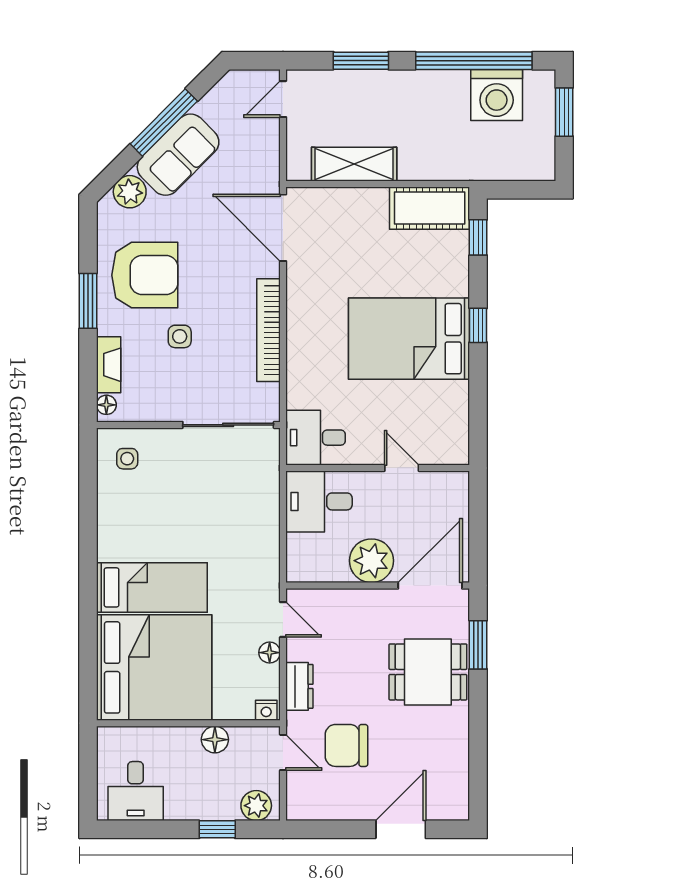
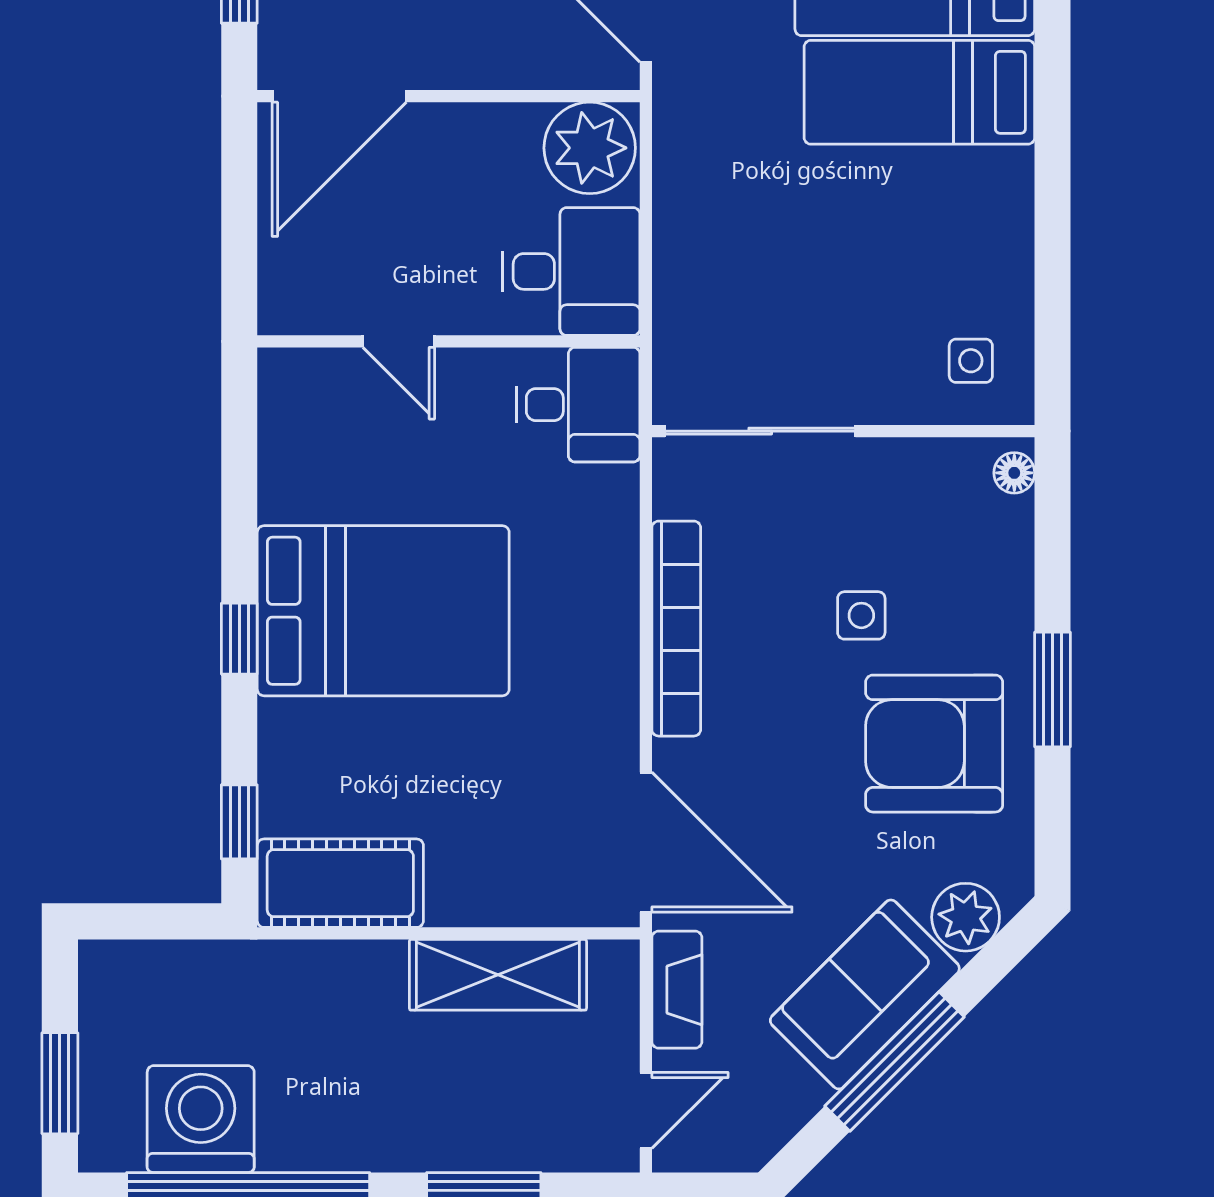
fireplace: (109, 365) -> (677, 990), moved, turned 180
plant: (371, 561) -> (590, 148), moved

